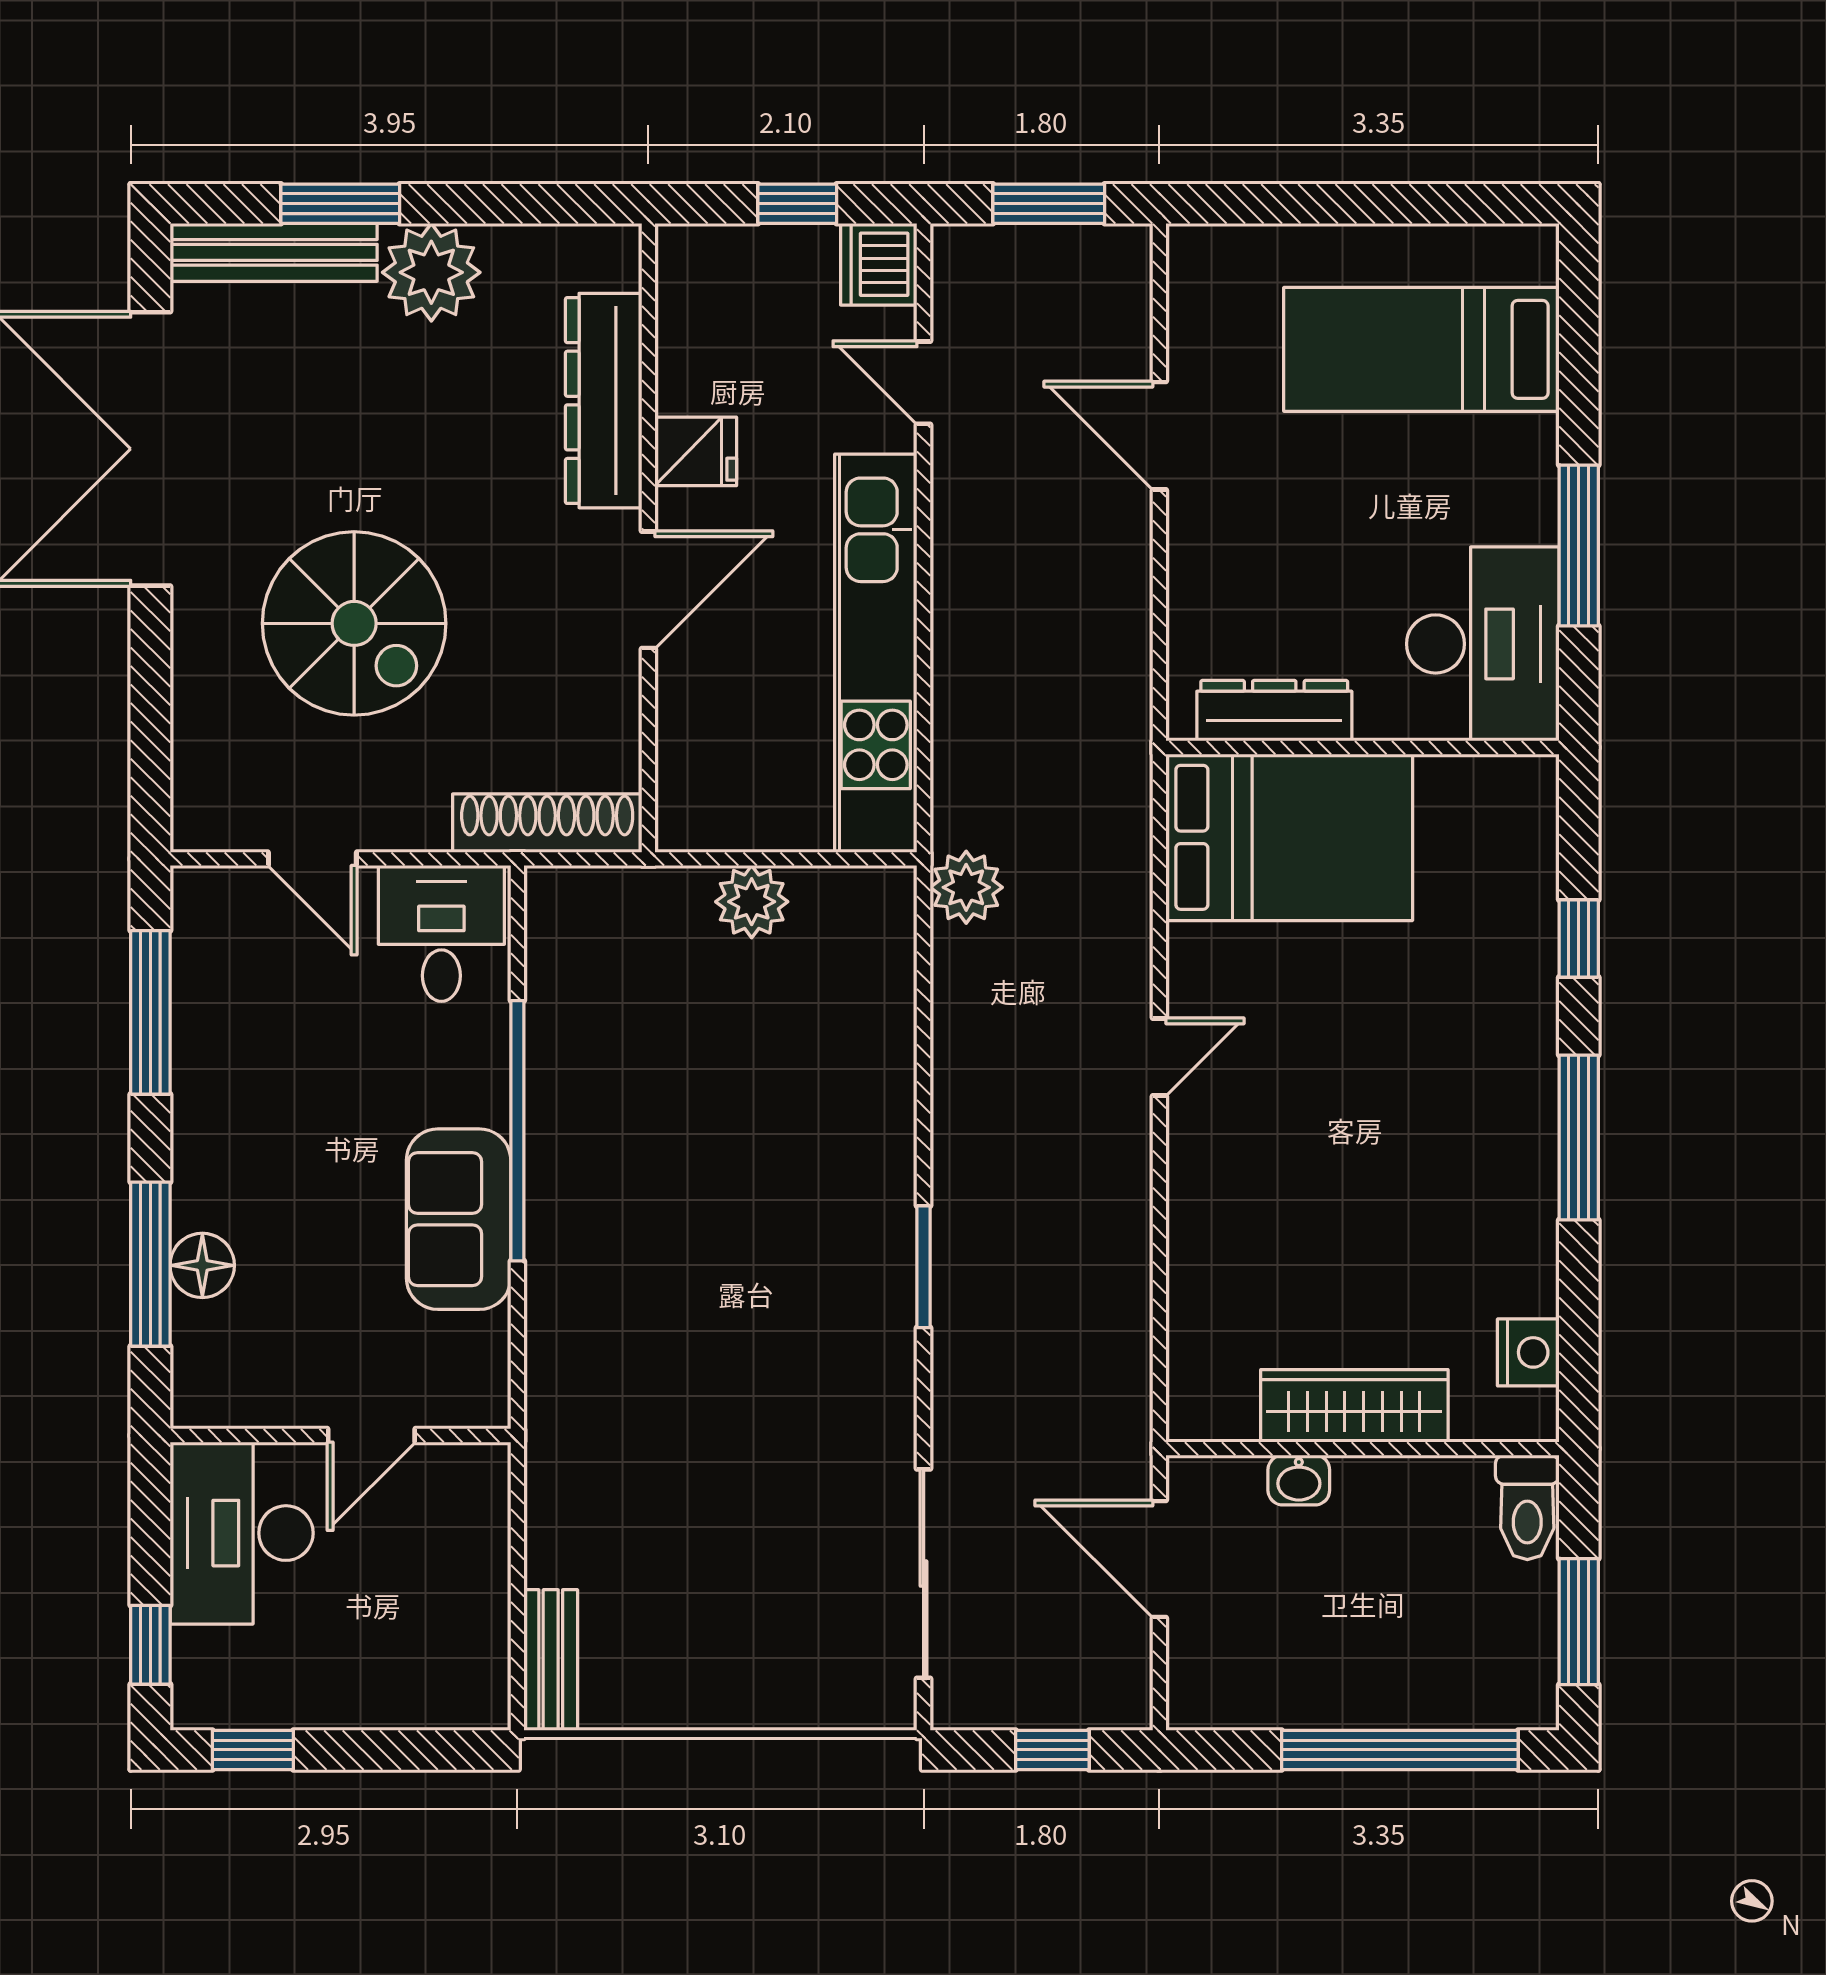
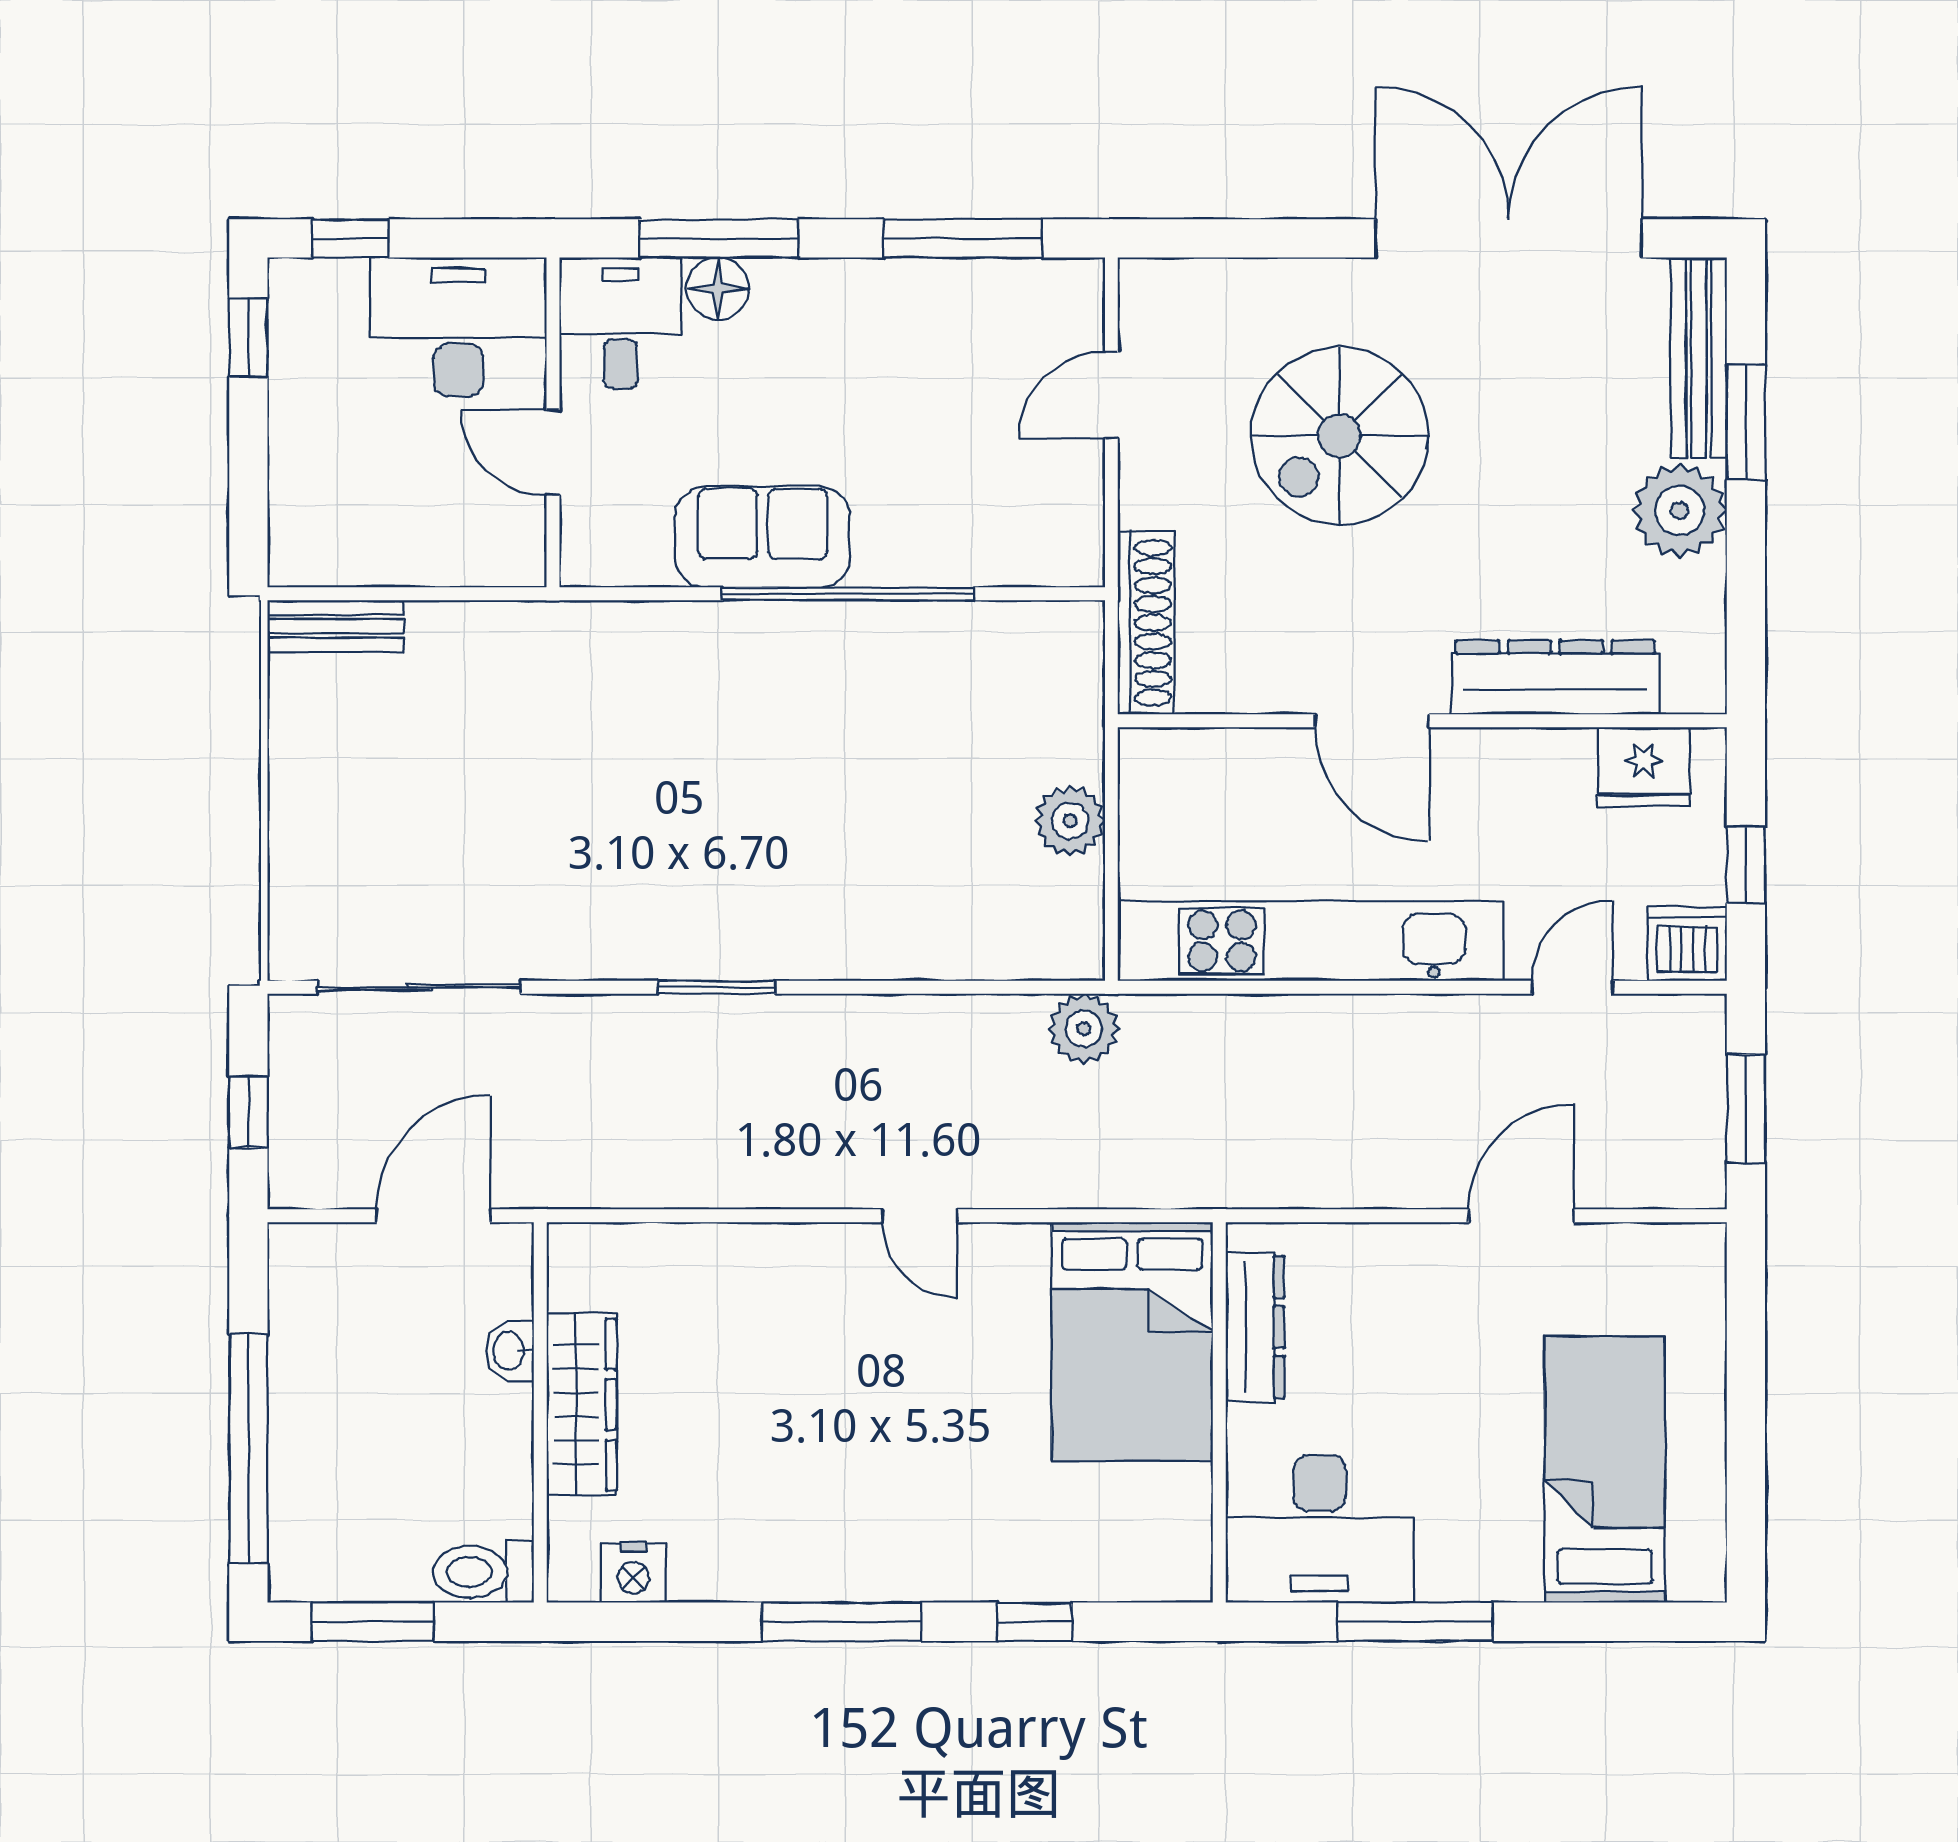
fridge: (696, 451) -> (1644, 767), moved, width x1.38
desk: (441, 933) -> (620, 323), moved, turned -90

